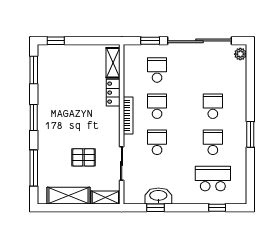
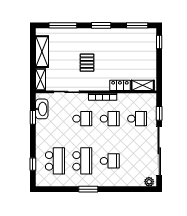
school desk: (213, 142) -> (82, 161), width x1.85
pallet: (84, 157) -> (87, 63), moved
washbasin: (158, 196) -> (42, 109), moved

